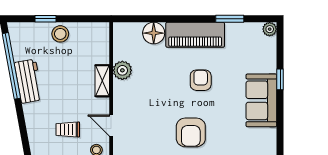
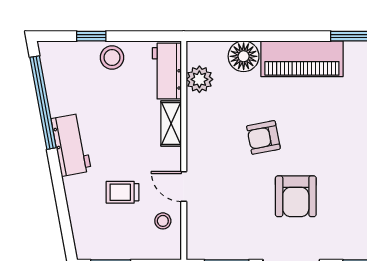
workbench: (99, 44) -> (167, 71), added
plant: (122, 70) -> (199, 79), moved
armchair: (201, 80) -> (263, 137), moved, turned -101
workbench: (29, 81) -> (71, 145), moved

